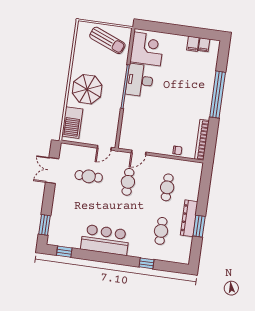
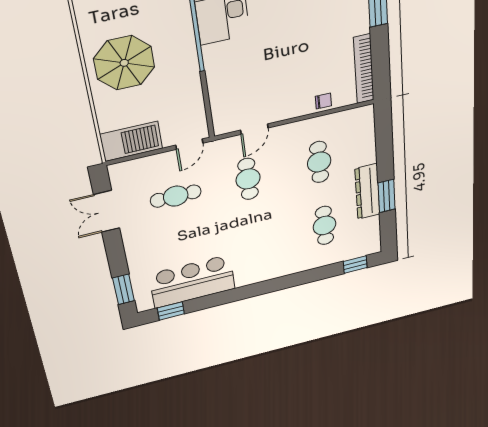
barbecue: (72, 123) -> (131, 141), moved, turned -90
bar counter: (105, 240) -> (192, 281), moved
window: (146, 263) -> (355, 265), moved

